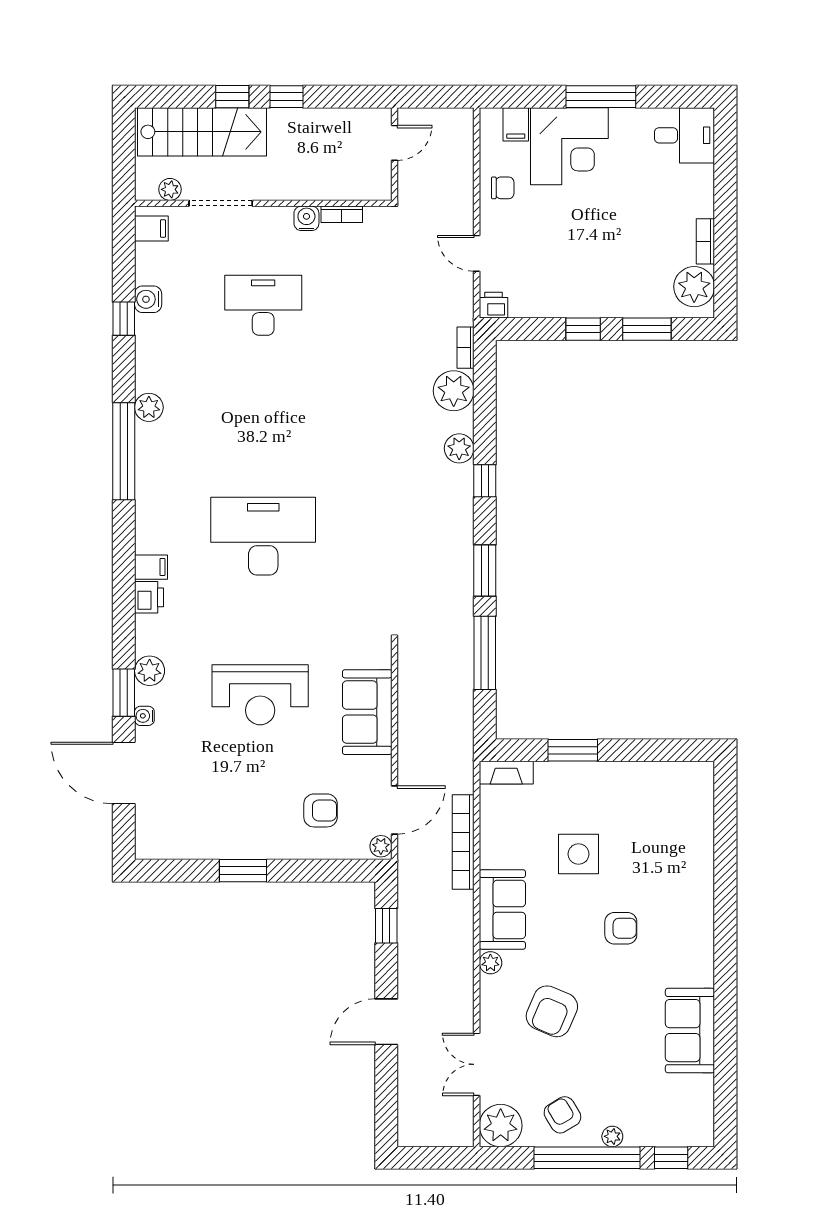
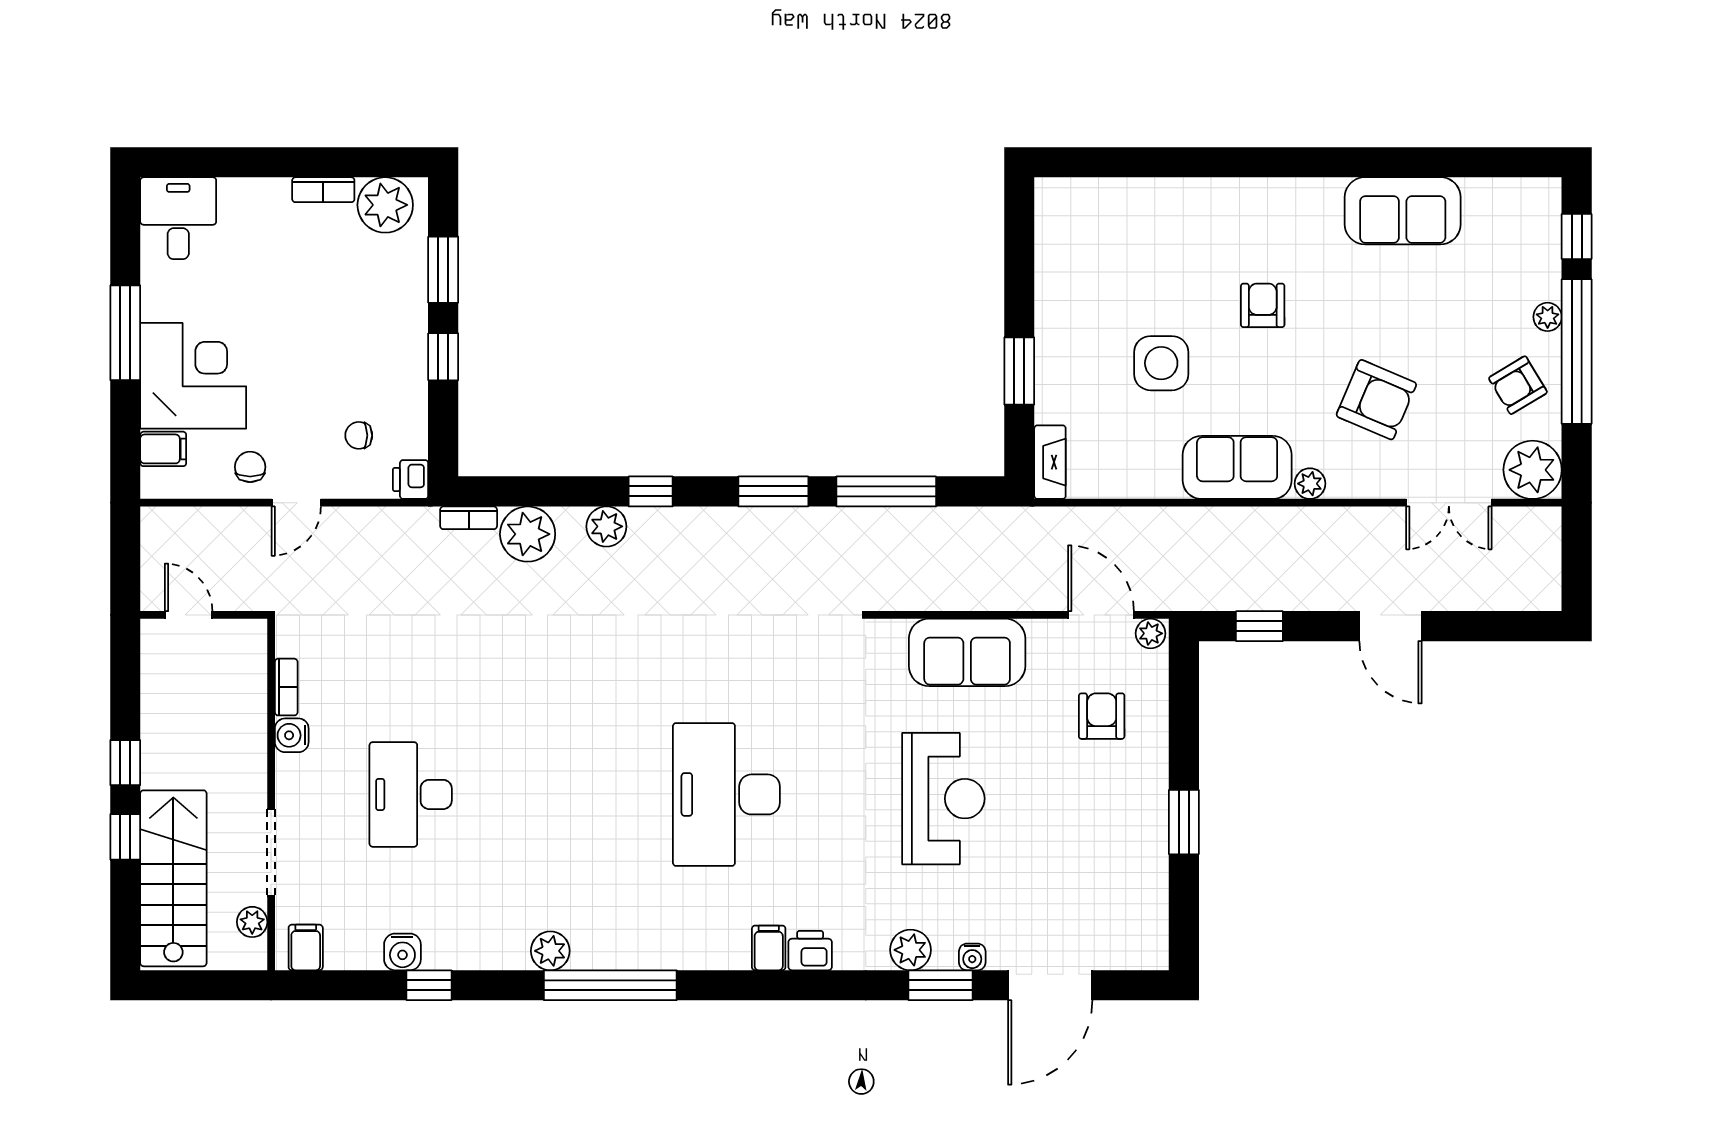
door: (477, 253) -> (296, 503), moved
chair: (526, 267) -> (359, 435), added
bookcase: (463, 842) -> (1145, 521), removed

